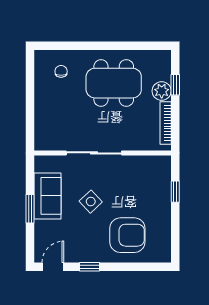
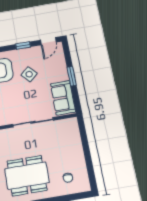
sofa: (48, 196) -> (63, 98), moved
side table: (91, 202) -> (29, 74), moved

